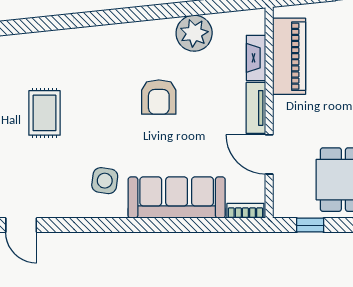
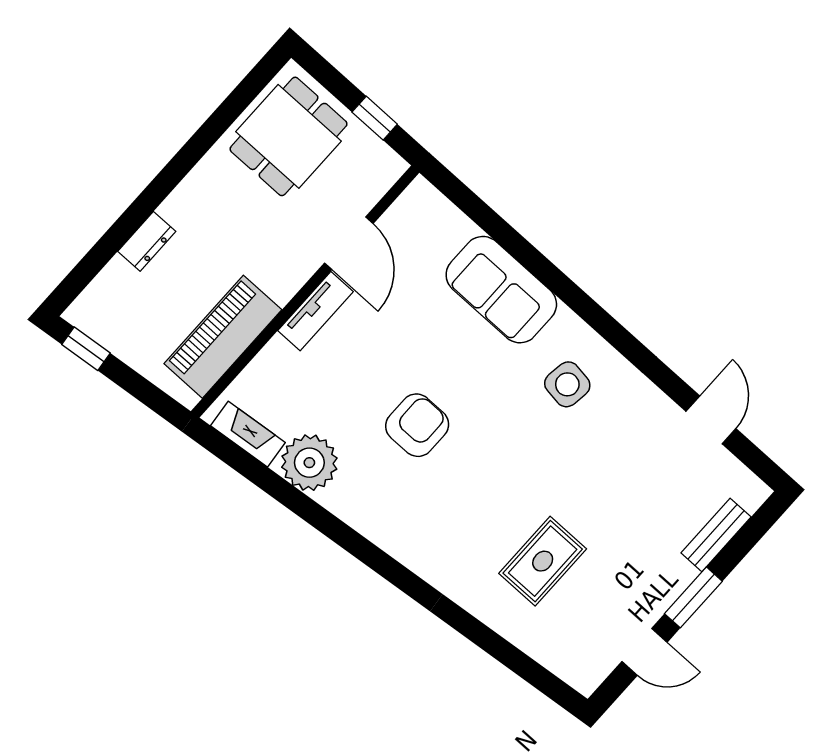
fireplace: (256, 58) -> (248, 434), moved, turned -96
rug: (44, 113) -> (543, 561), moved
sofa: (177, 198) -> (501, 290), width x0.73
bookcase: (245, 211) -> (435, 202), removed

